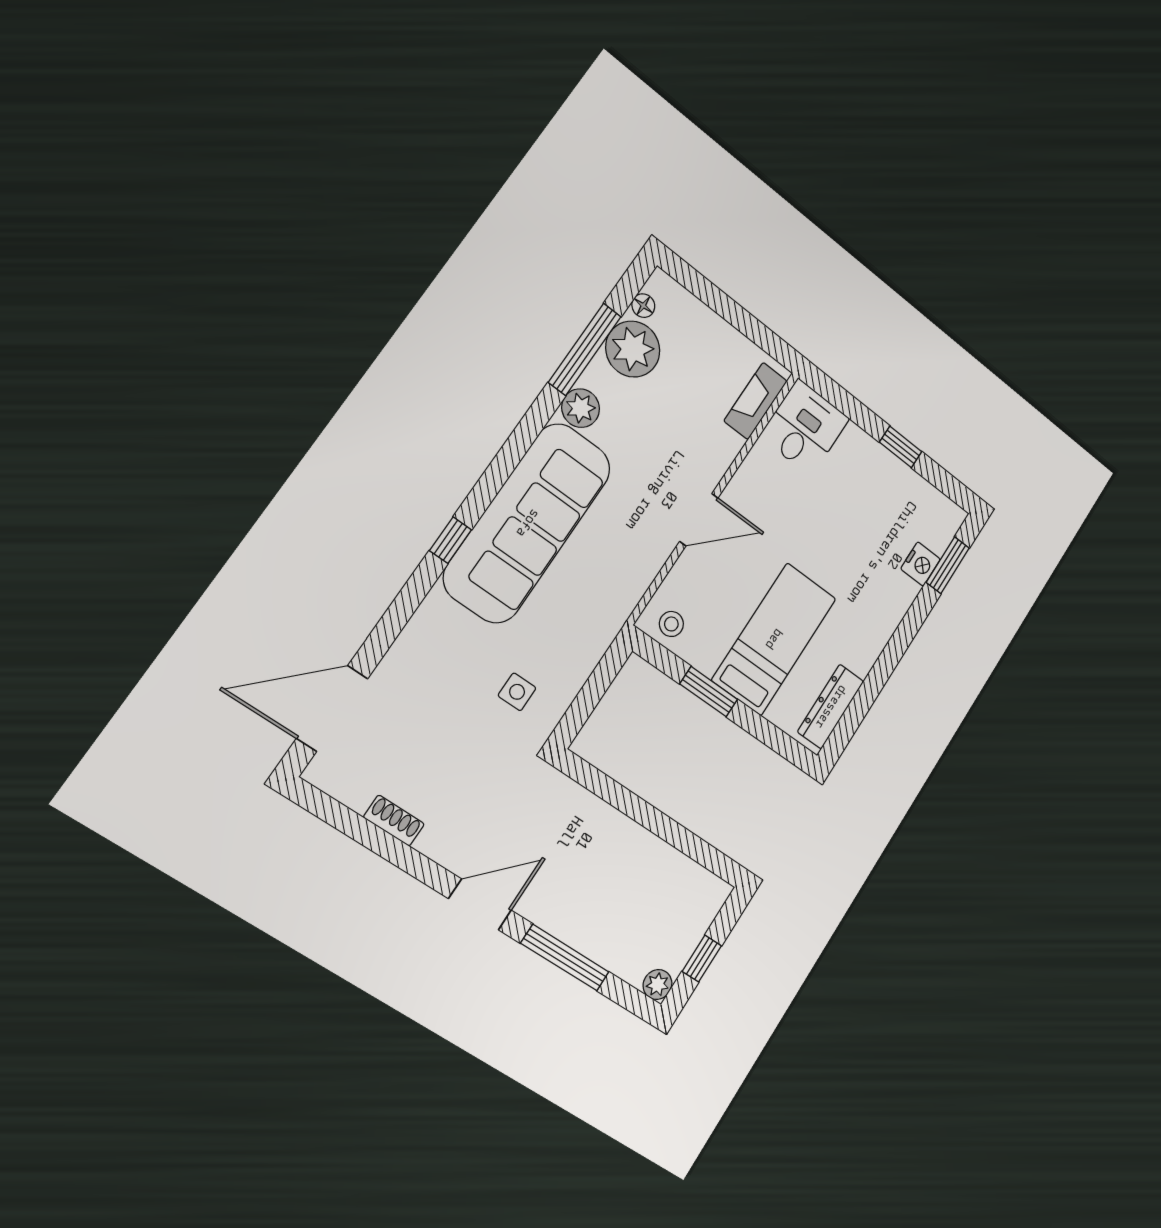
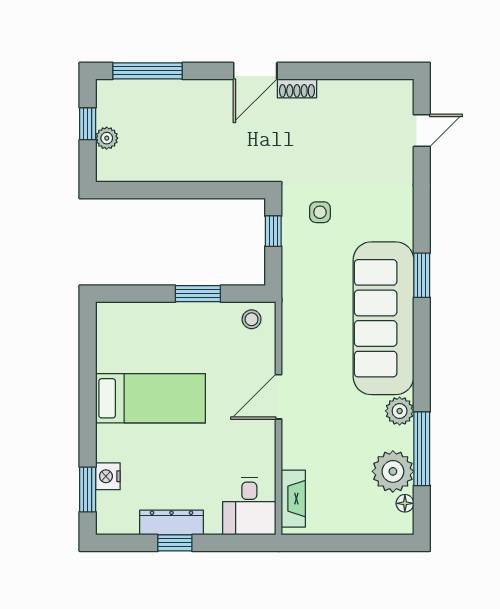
window: (451, 540) -> (422, 275), width x1.50
bed: (774, 639) -> (150, 398), moved, turned -90
window: (583, 706) -> (273, 231), added
dresser: (831, 707) -> (172, 522), moved, turned -90
door: (332, 708) -> (422, 131), width x0.53
shoe rack: (394, 821) -> (297, 88), moved
window: (565, 958) -> (147, 71), moved
plant: (657, 985) -> (107, 138), moved

